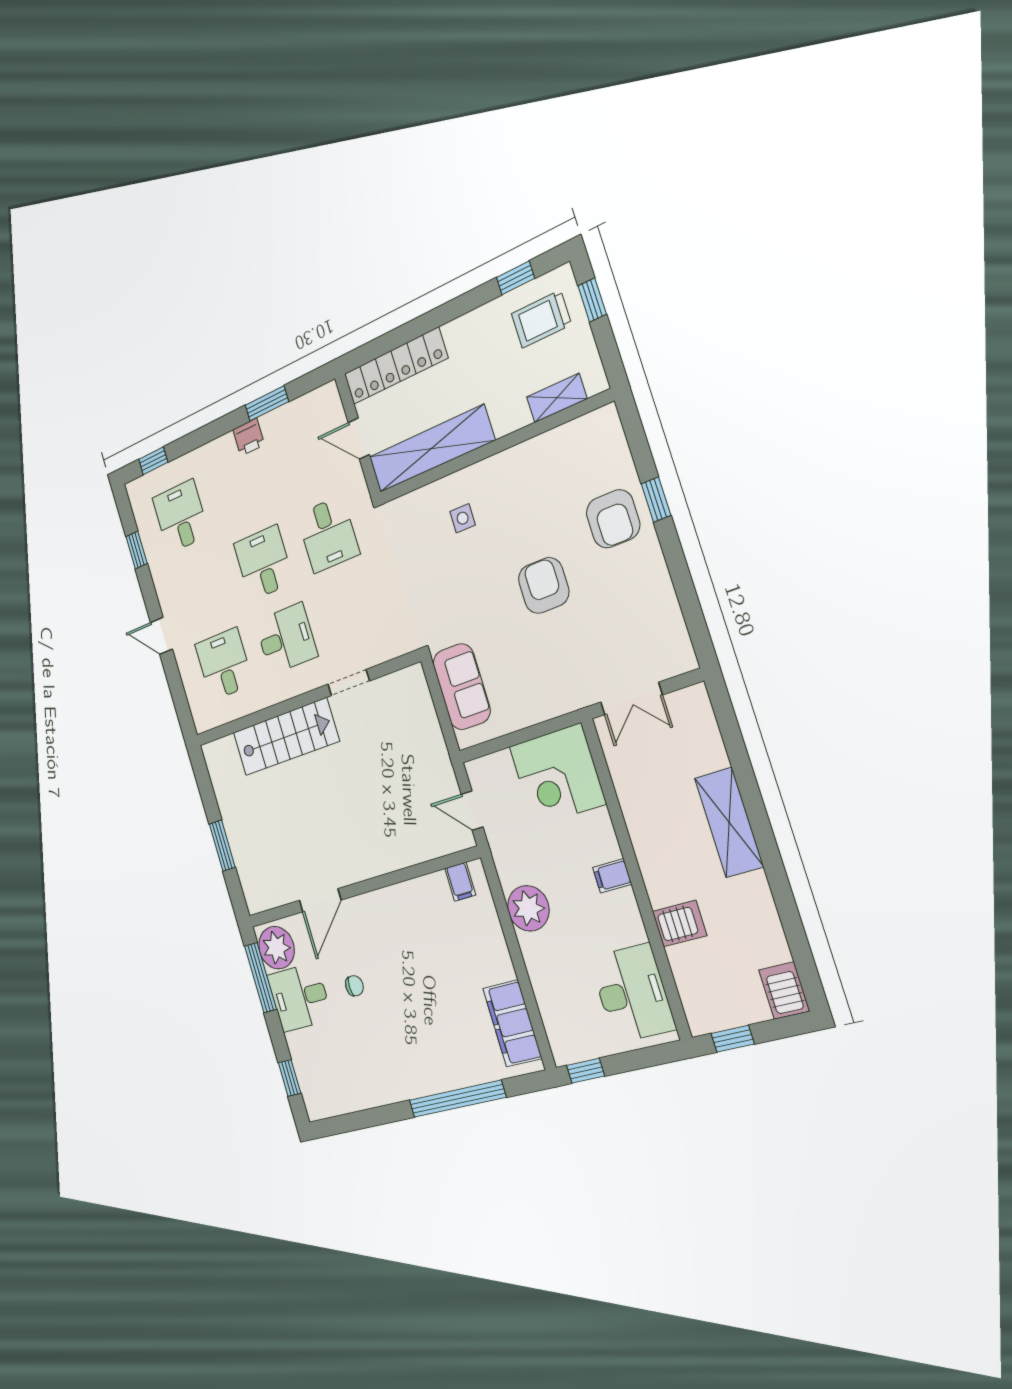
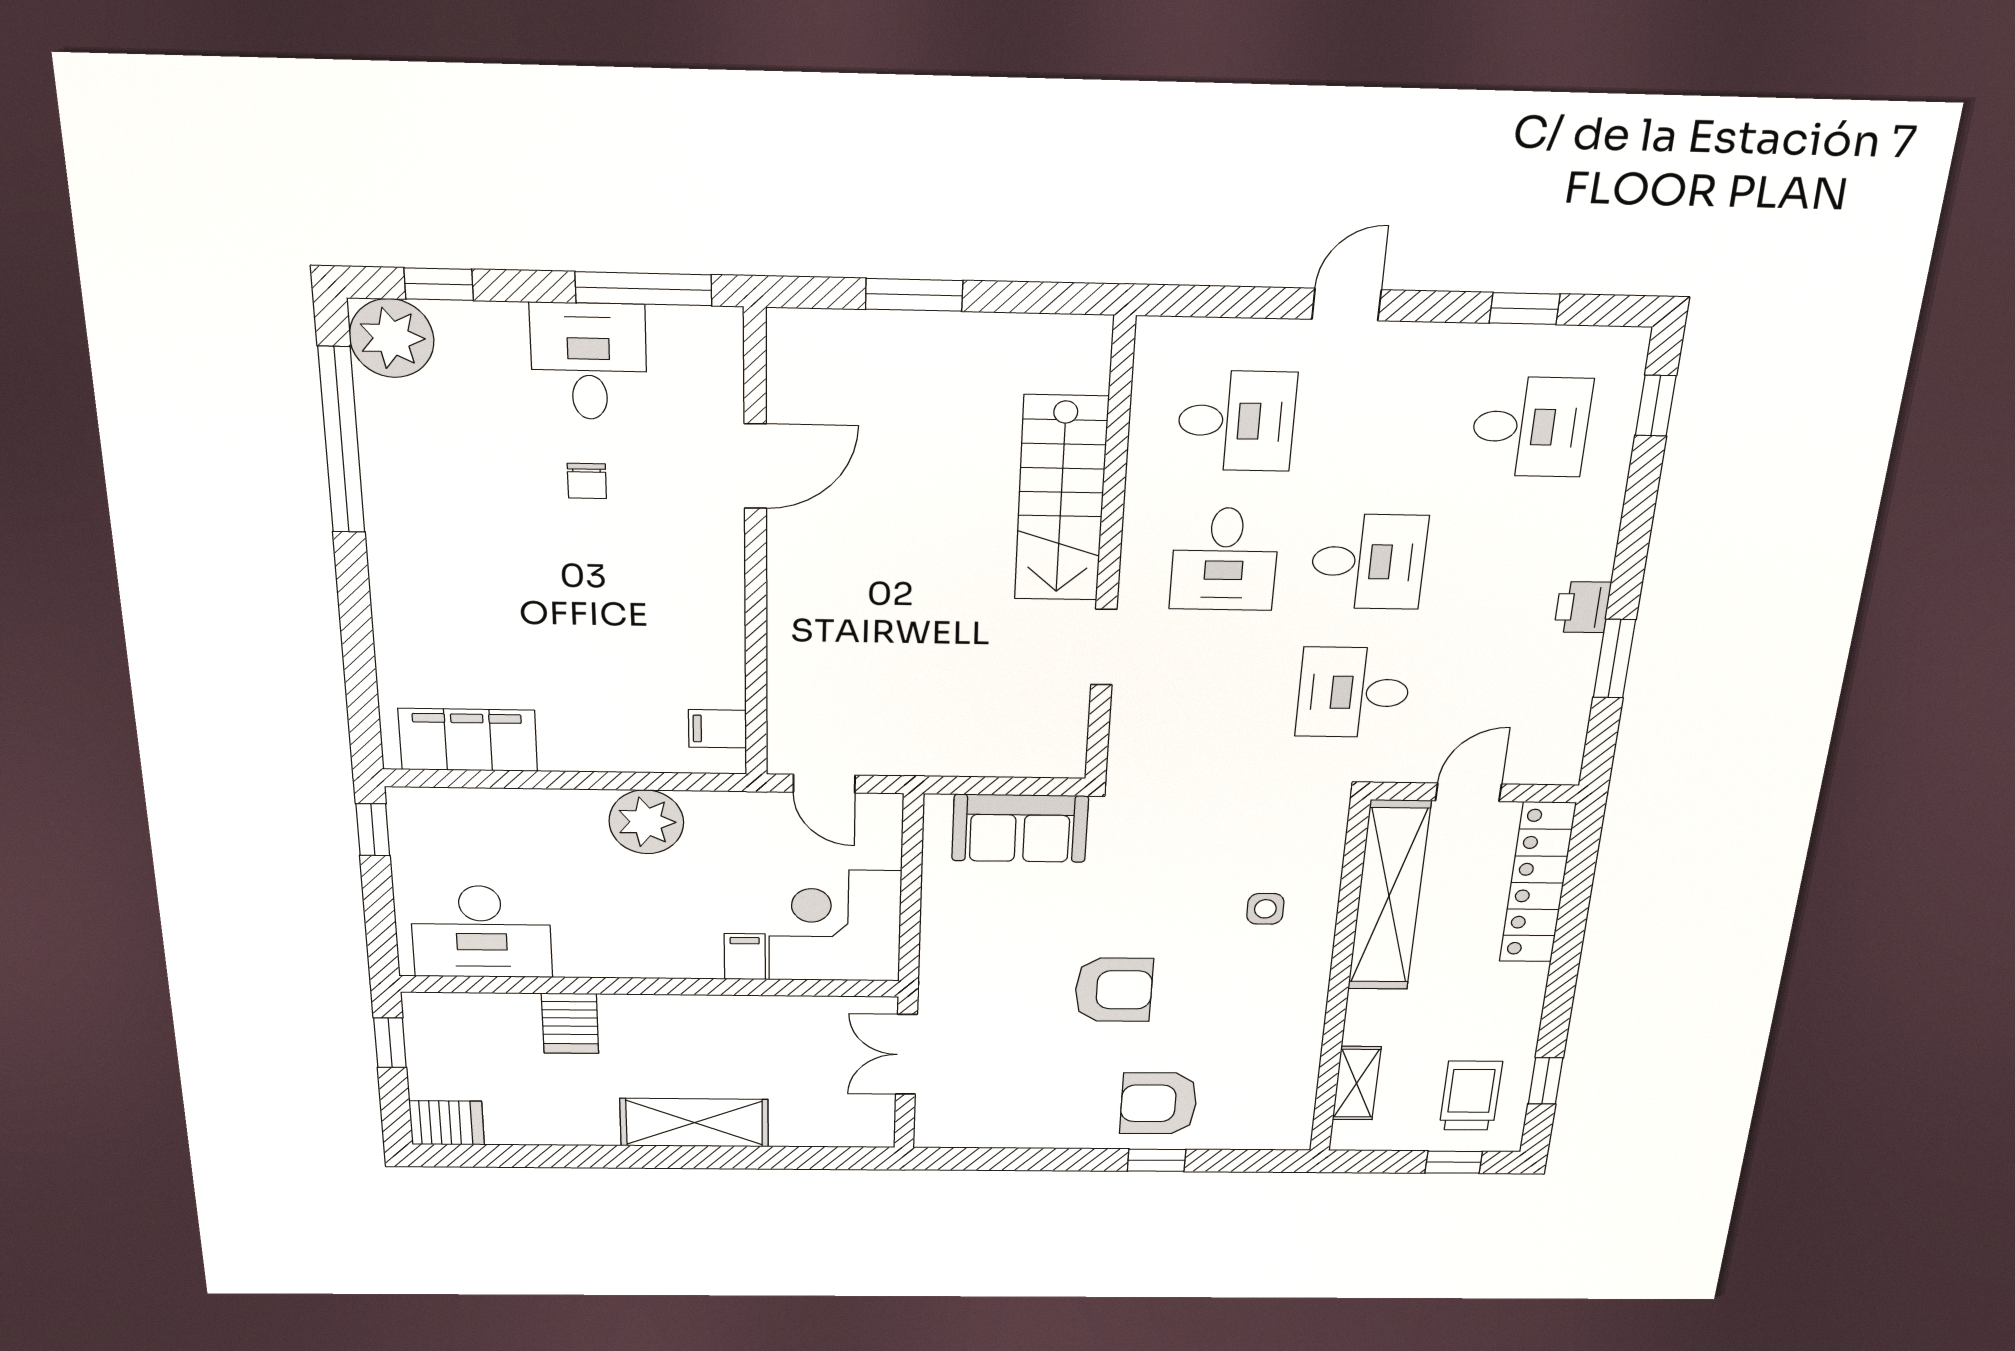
door: (472, 811) -> (824, 784), swing flipped
filing cabinet: (612, 876) -> (745, 957), moved
door: (320, 900) -> (755, 466), swing flipped
plant: (276, 948) -> (392, 338), moved
window: (457, 1099) -> (341, 441), moved

